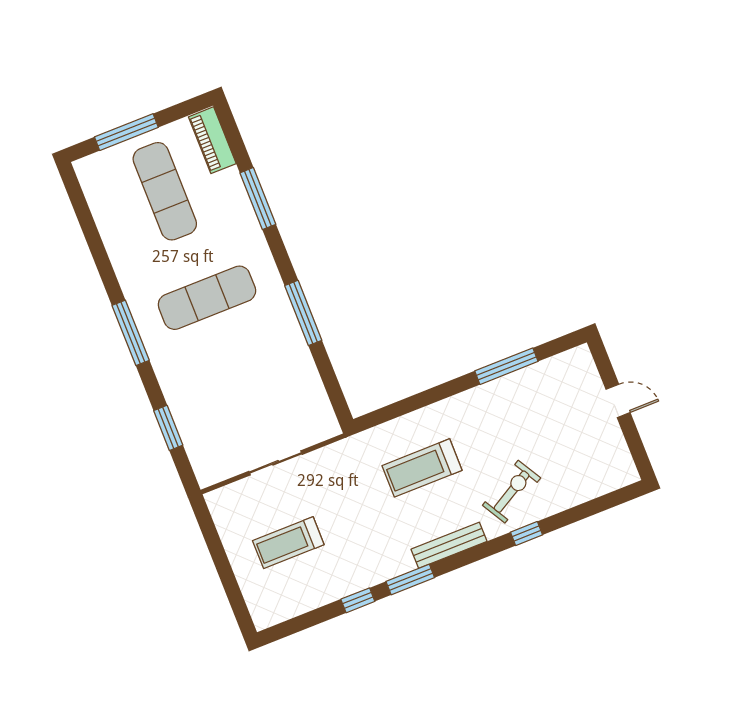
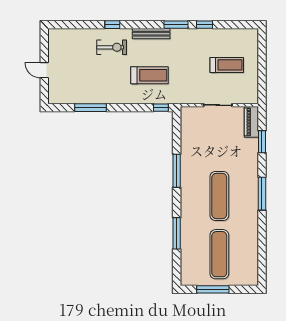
window: (126, 132) -> (213, 289), moved
piano: (212, 140) -> (251, 122), moved, turned 180
exercise mat: (207, 298) -> (219, 196), turned 90
window: (378, 417) -> (161, 108), added
exercise bike: (512, 492) -> (112, 47), turned -150

